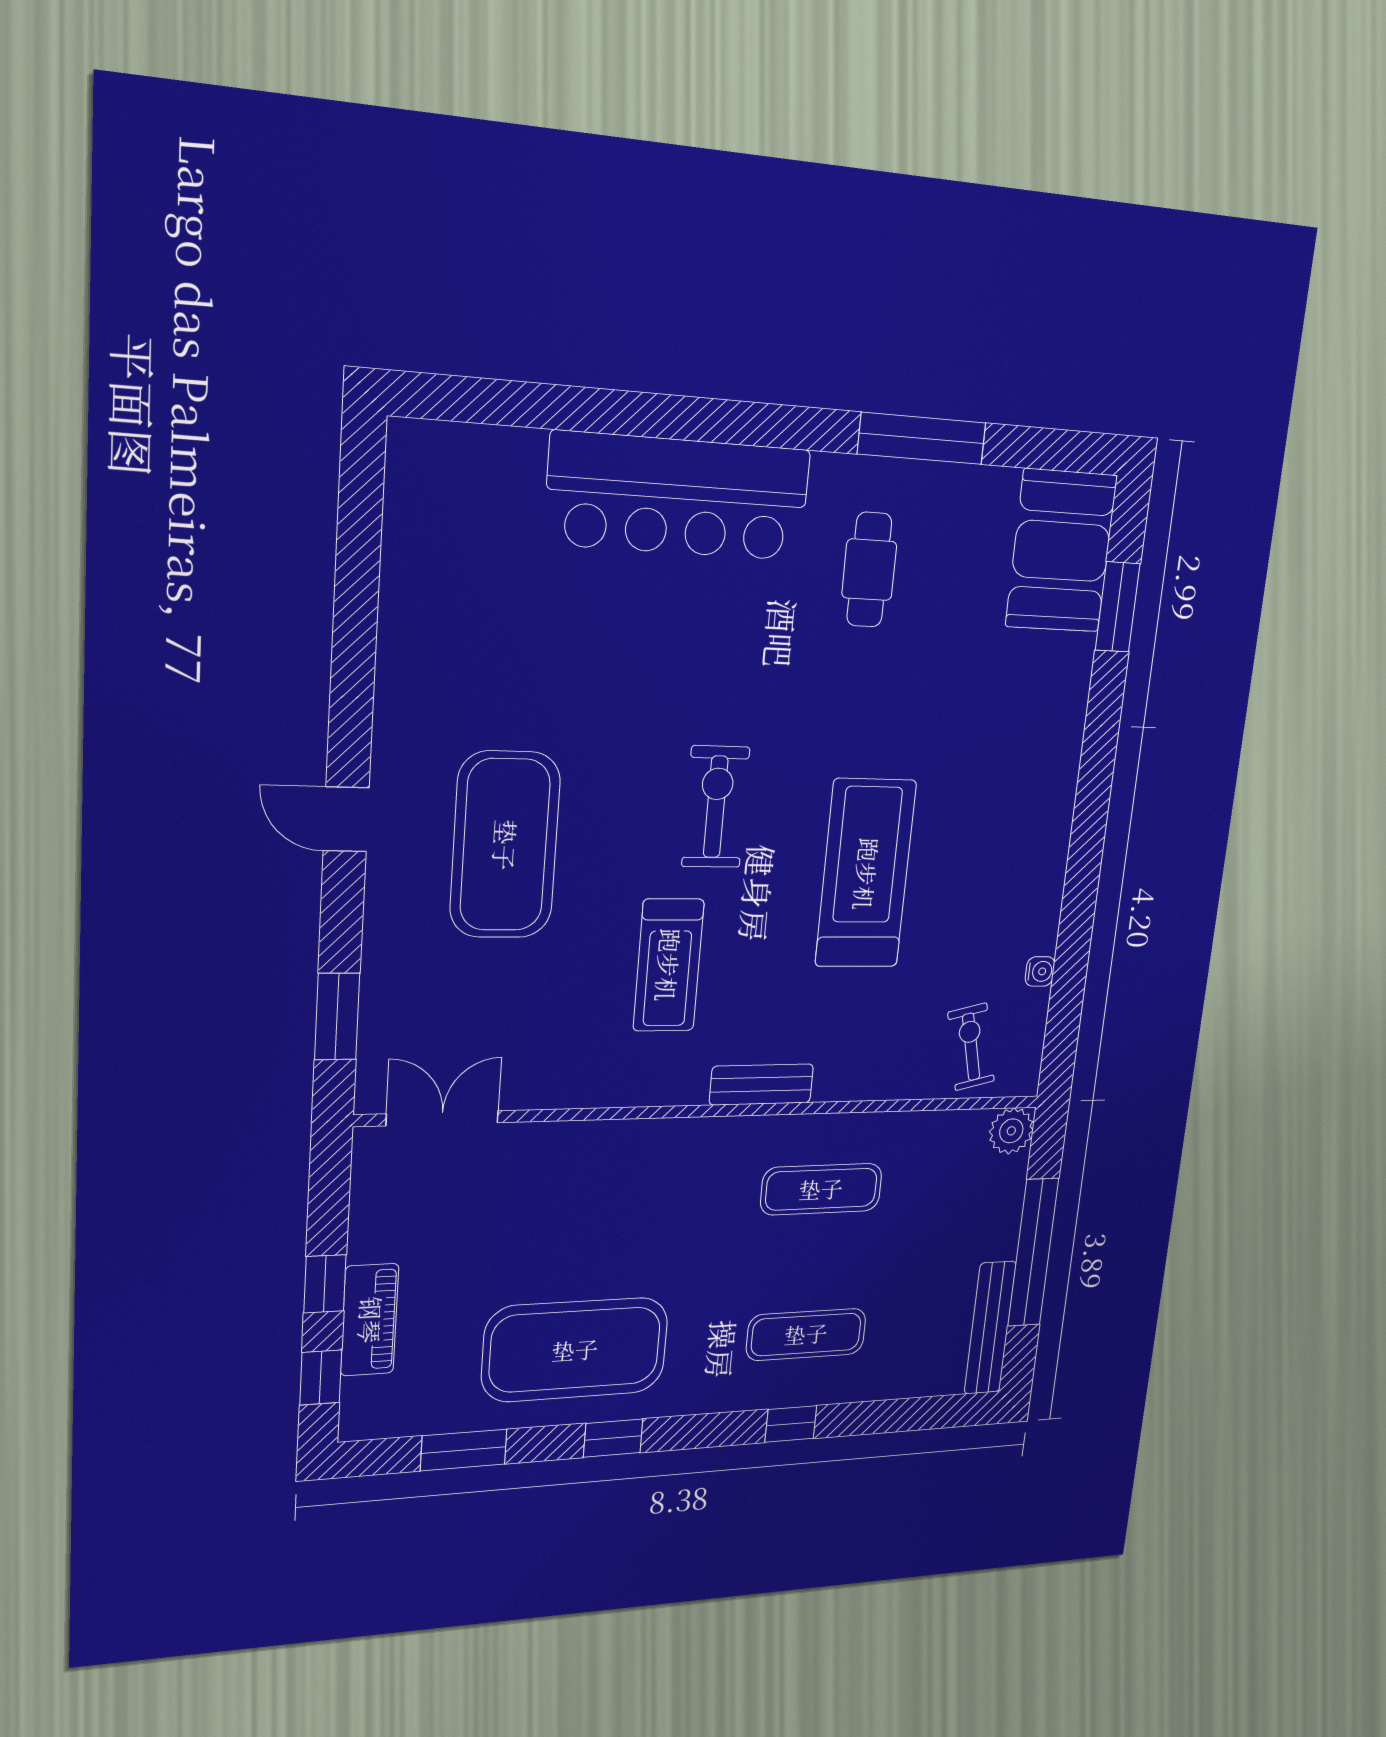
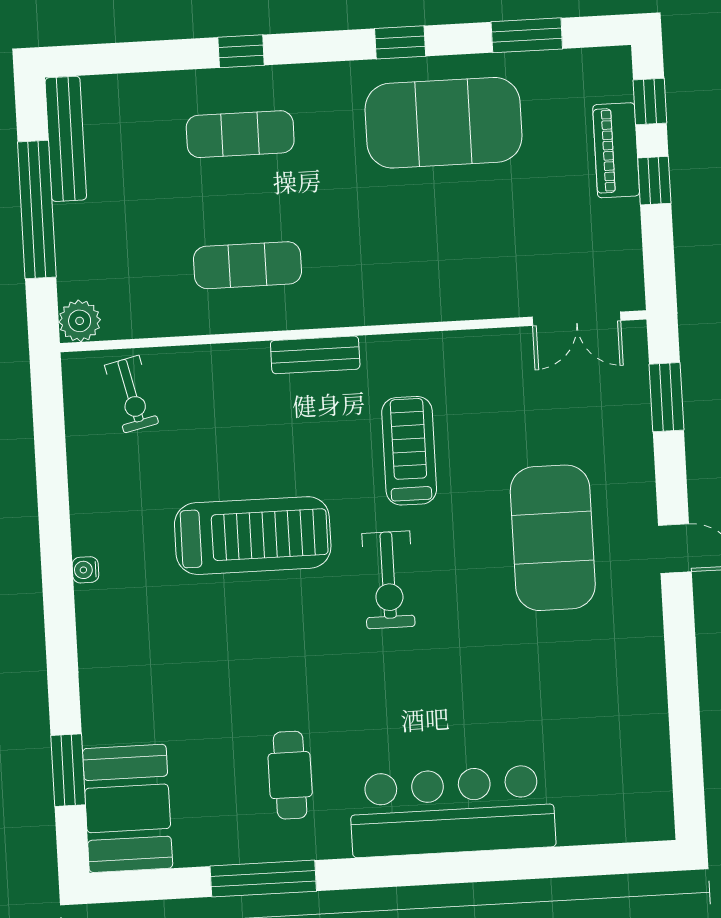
treadmill: (866, 874) -> (253, 536), turned -90
water cooler: (1040, 971) -> (85, 570), moved

